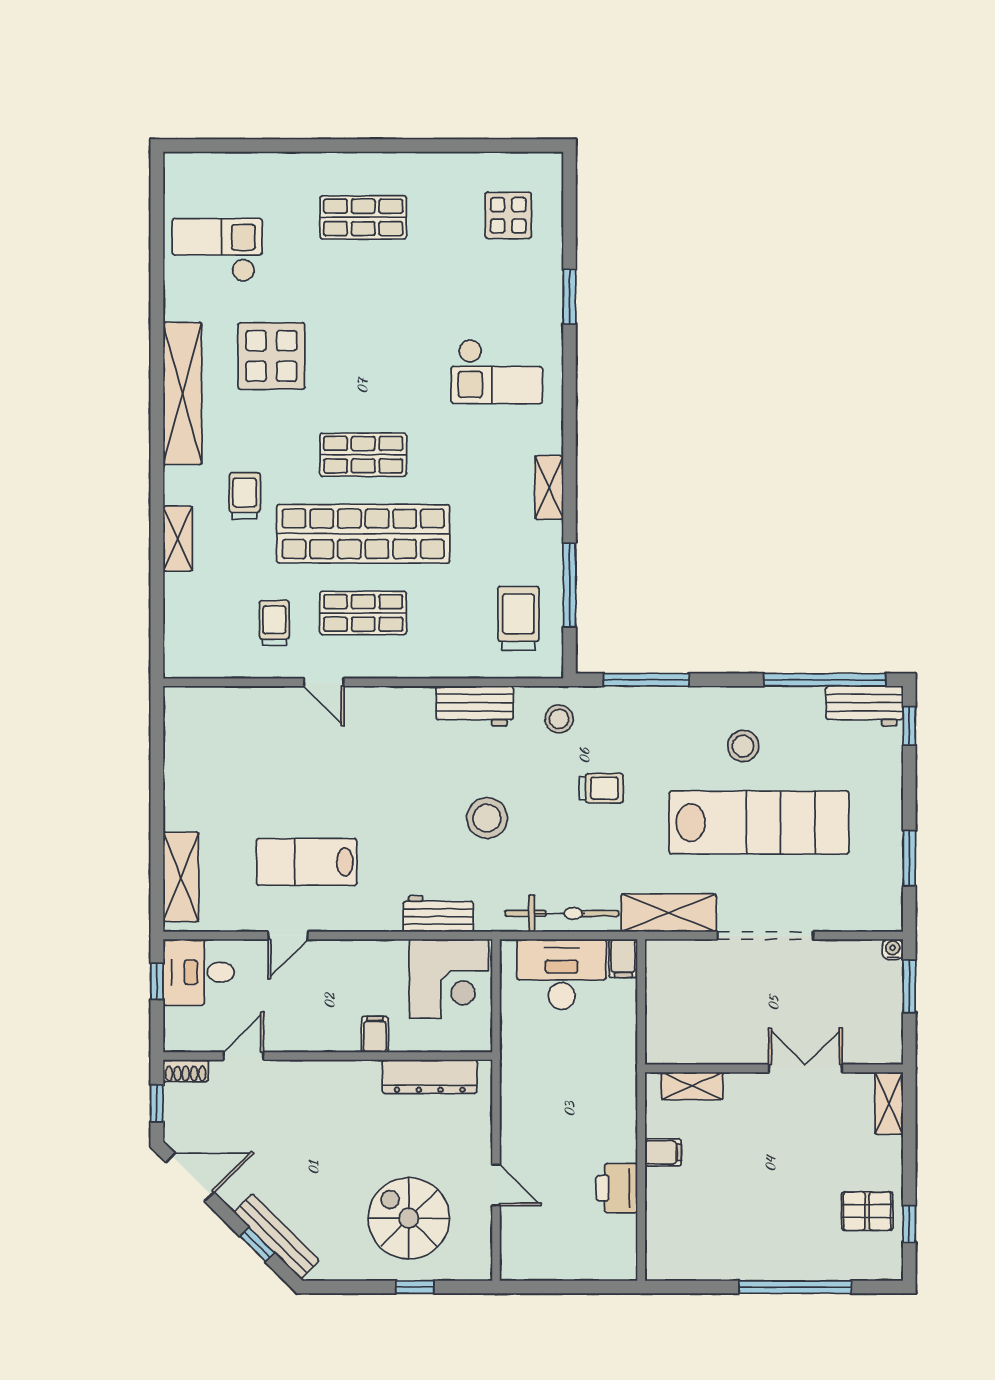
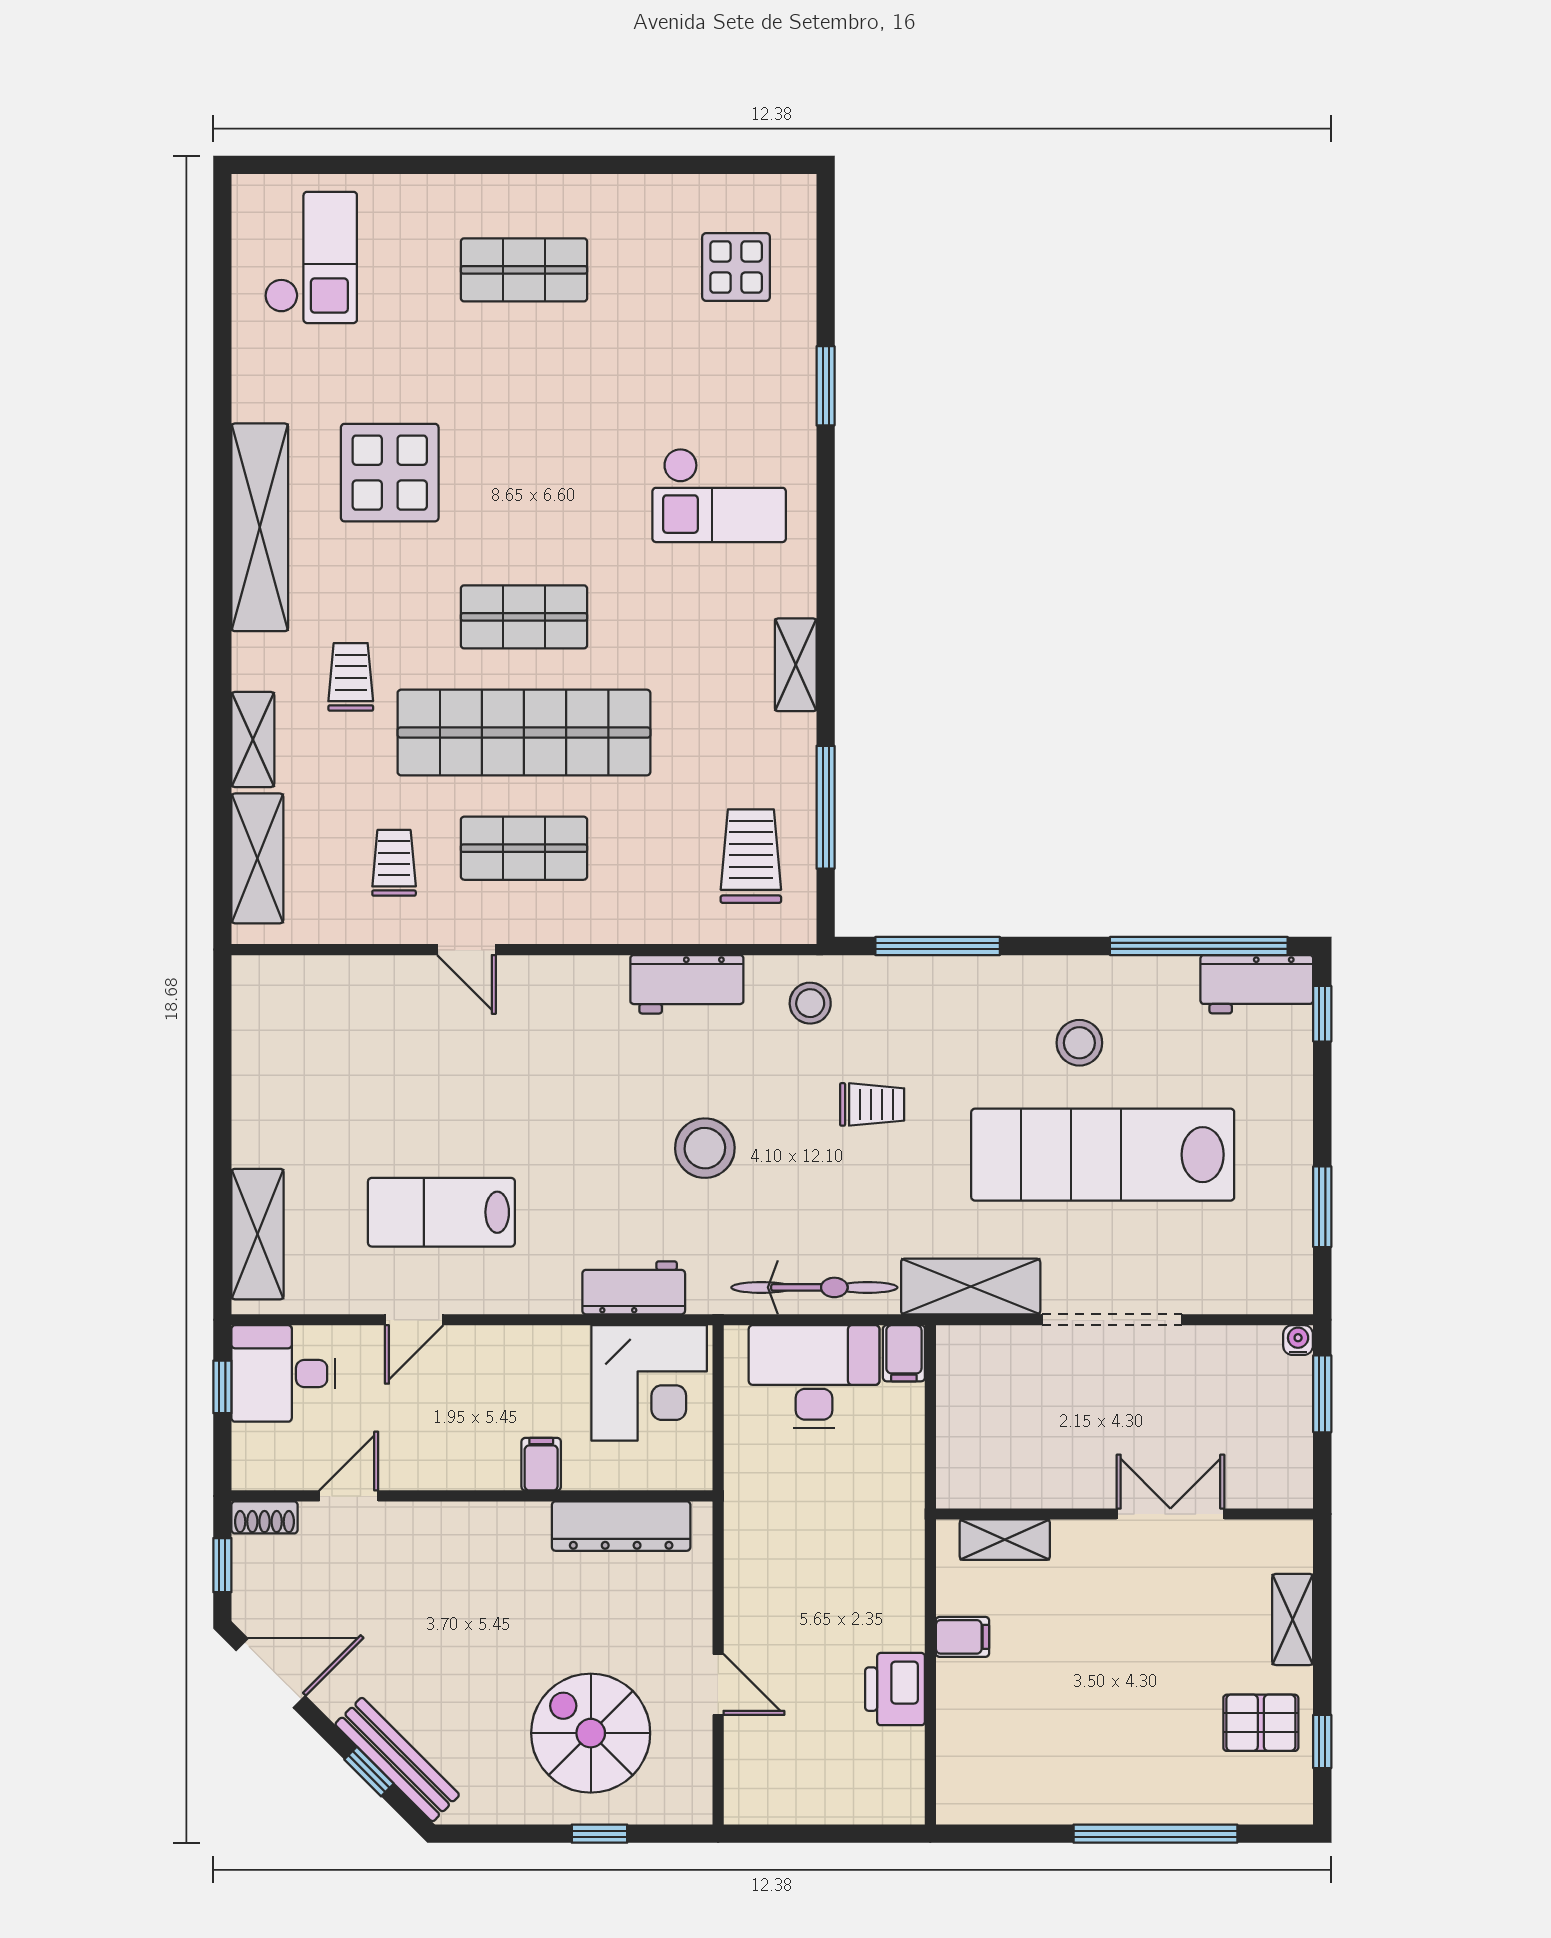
checkout: (217, 250) -> (311, 257), moved, turned 90
shelving: (181, 620) -> (257, 858), added
lab bench: (759, 823) -> (1103, 1155), turned 180
shelving: (889, 1103) -> (1293, 1619), moved

